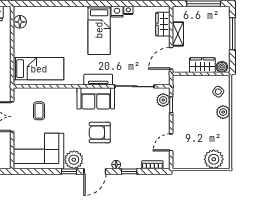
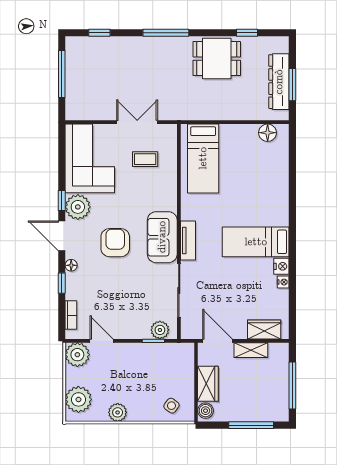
plant: (223, 112) -> (118, 412), moved
plant: (181, 160) -> (77, 355), added

